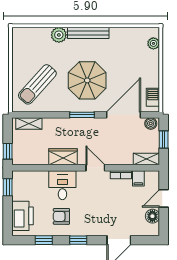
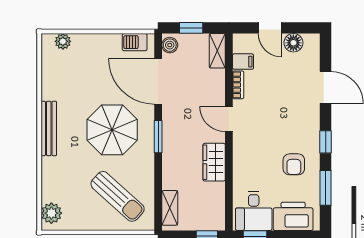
plant: (59, 35) -> (51, 213), moved
door: (95, 168) -> (229, 119), hinge flipped
desk: (62, 185) -> (254, 211), moved, turned -90
window: (44, 240) -> (326, 188), width x1.50

